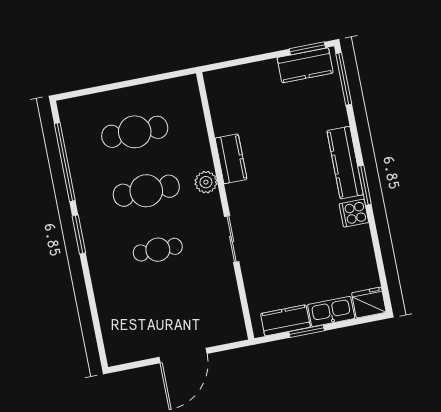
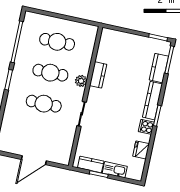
kitchen counter: (305, 65) -> (159, 68), moved, turned 90
cafe table: (158, 250) -> (44, 104), width x1.37, depth x1.35
fridge: (369, 303) -> (141, 150), moved, turned -90

